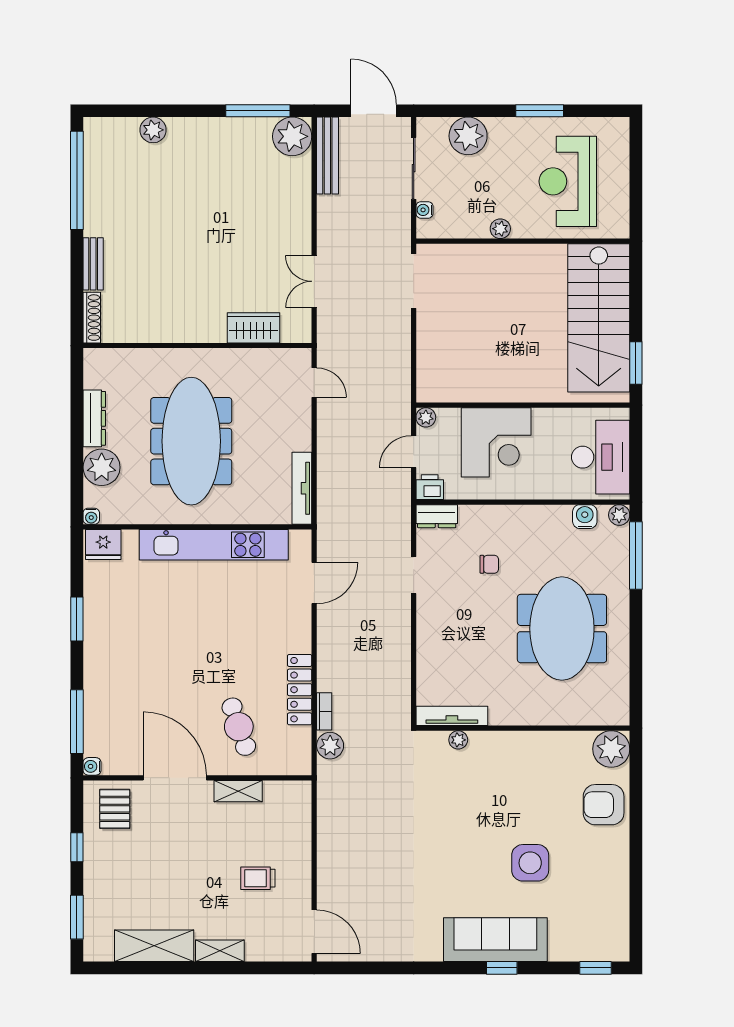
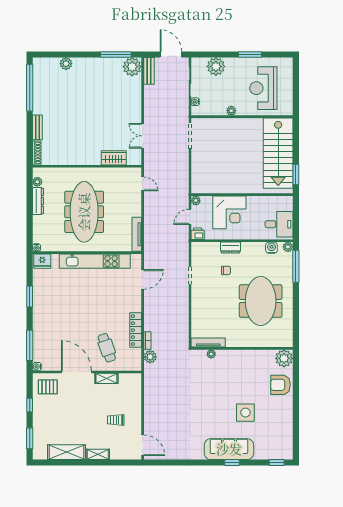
bench: (327, 156) -> (149, 71), width x0.73
desk: (601, 457) -> (279, 224), width x0.73
plant: (102, 467) -> (37, 182), moved, width x0.53, depth x0.53
dresser: (437, 516) -> (230, 248), moved
pallet: (115, 809) -> (48, 387), turned 90

